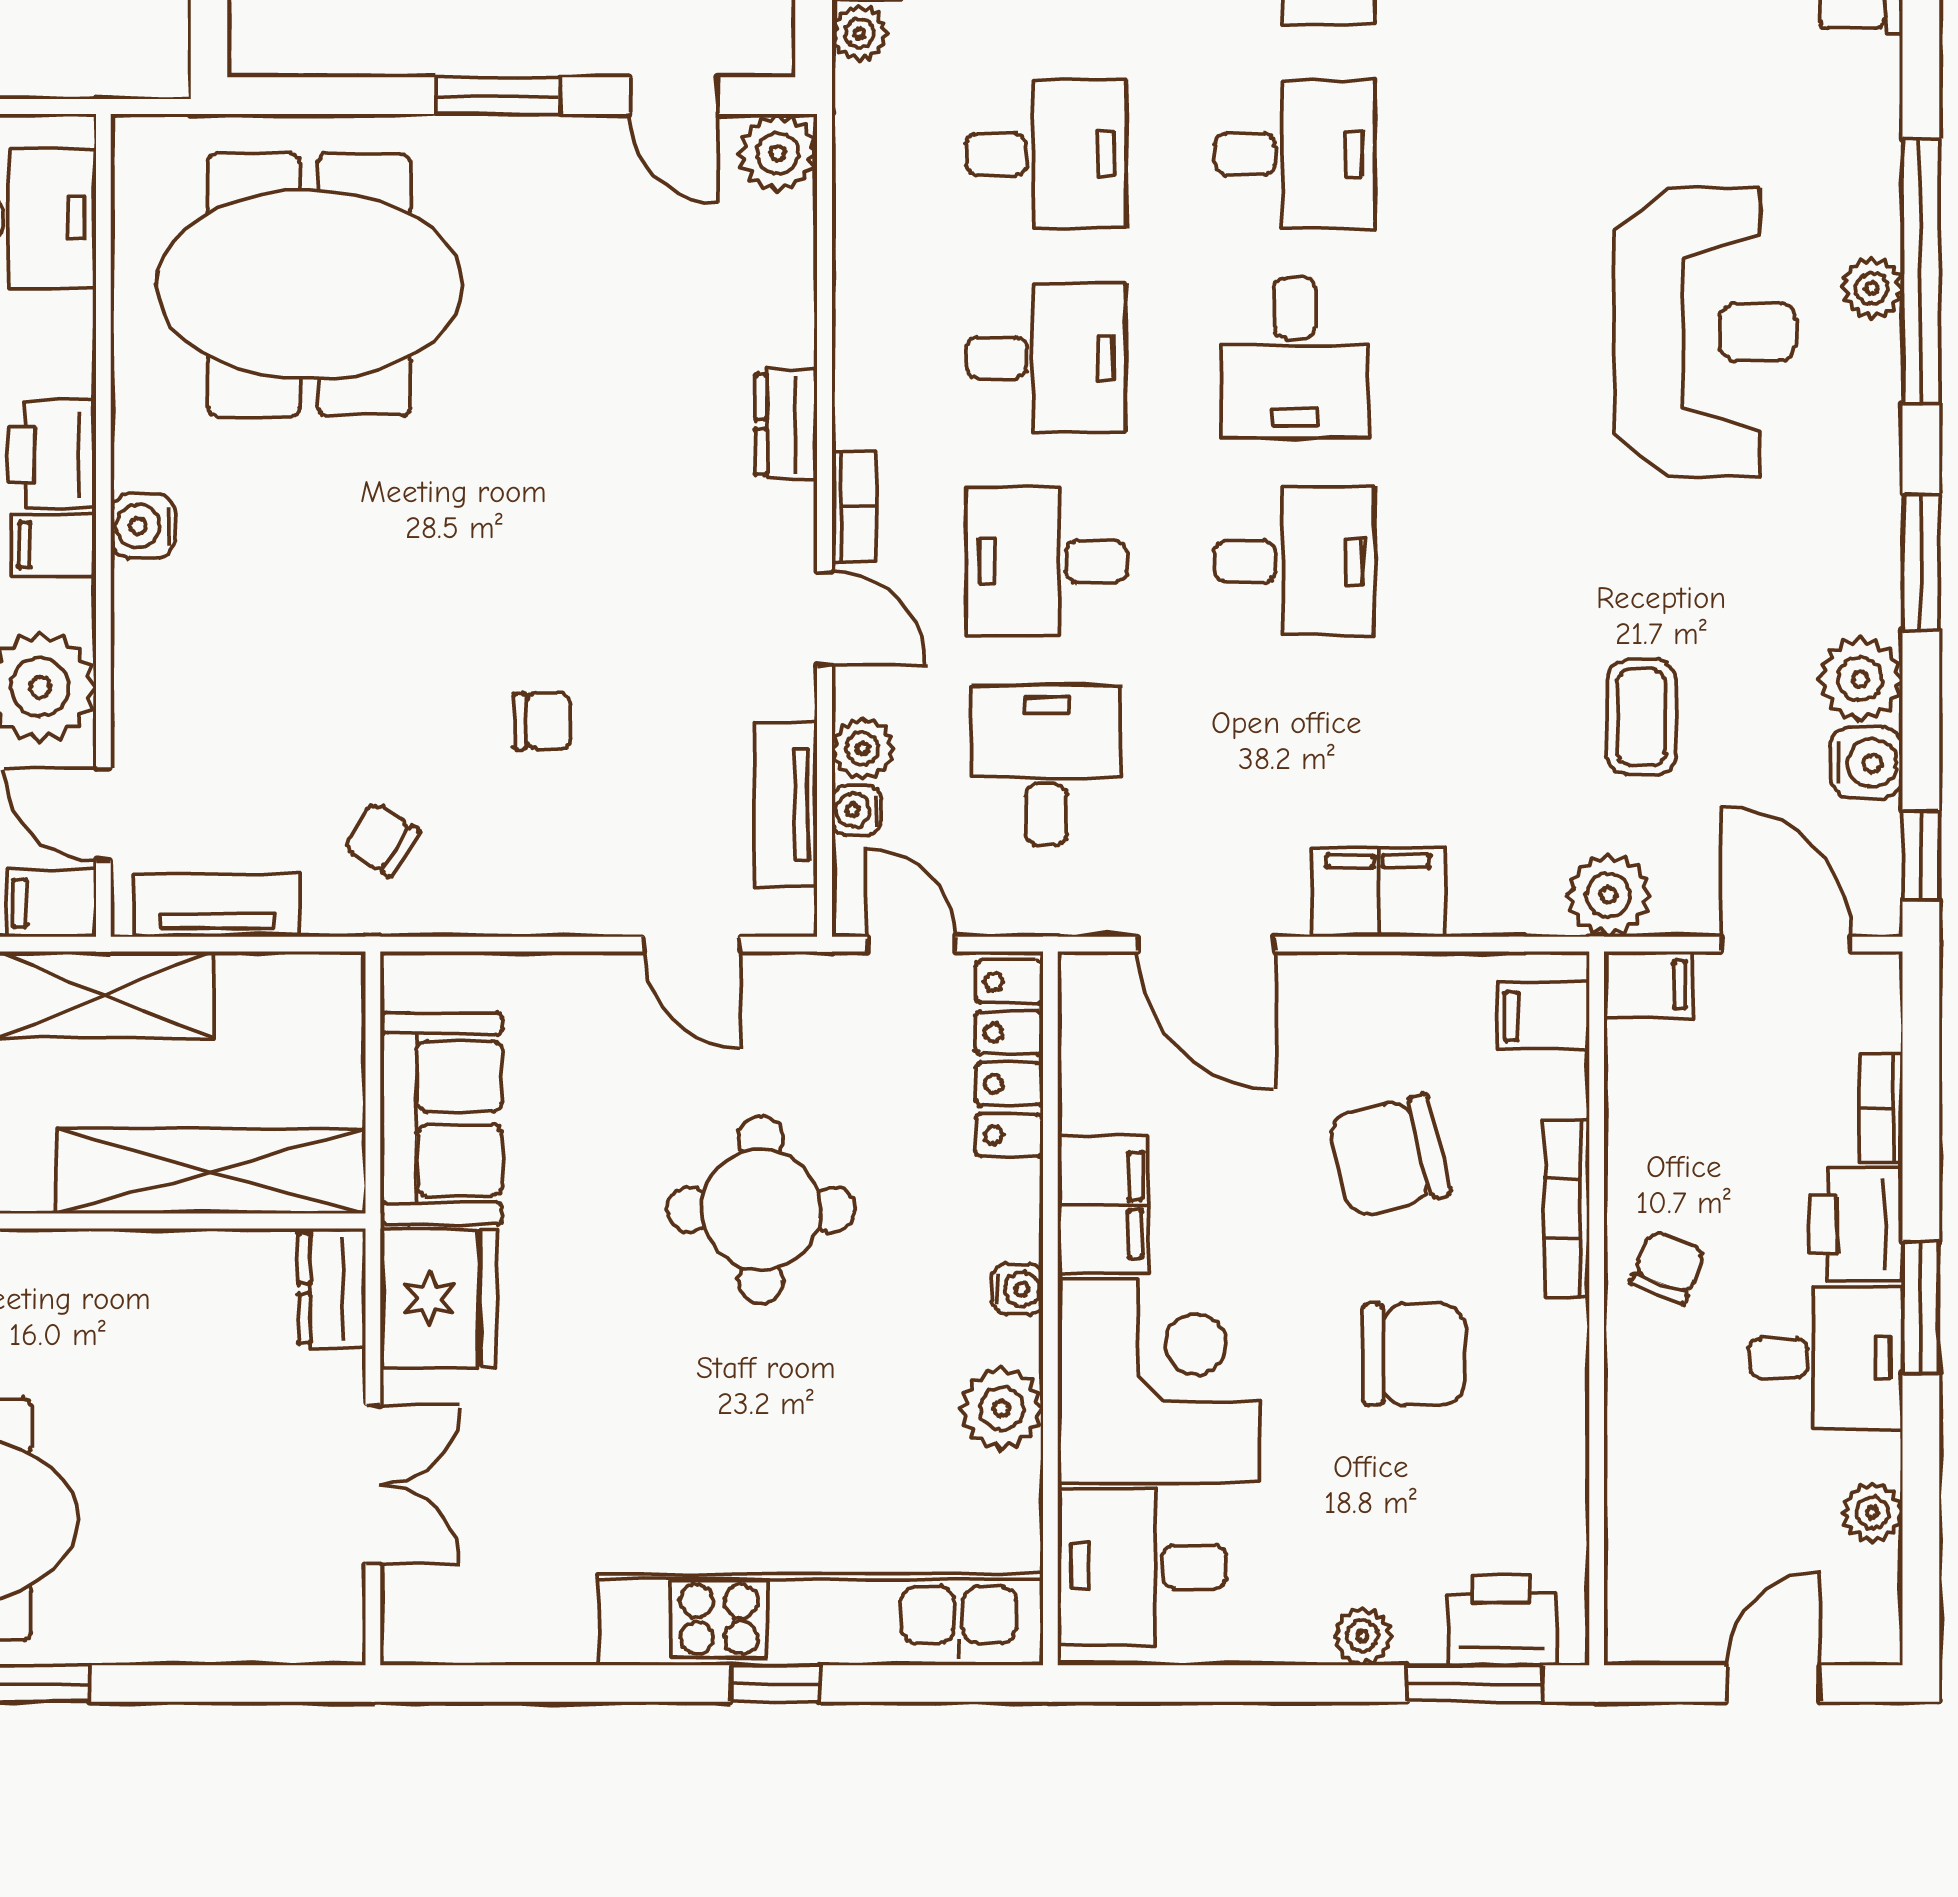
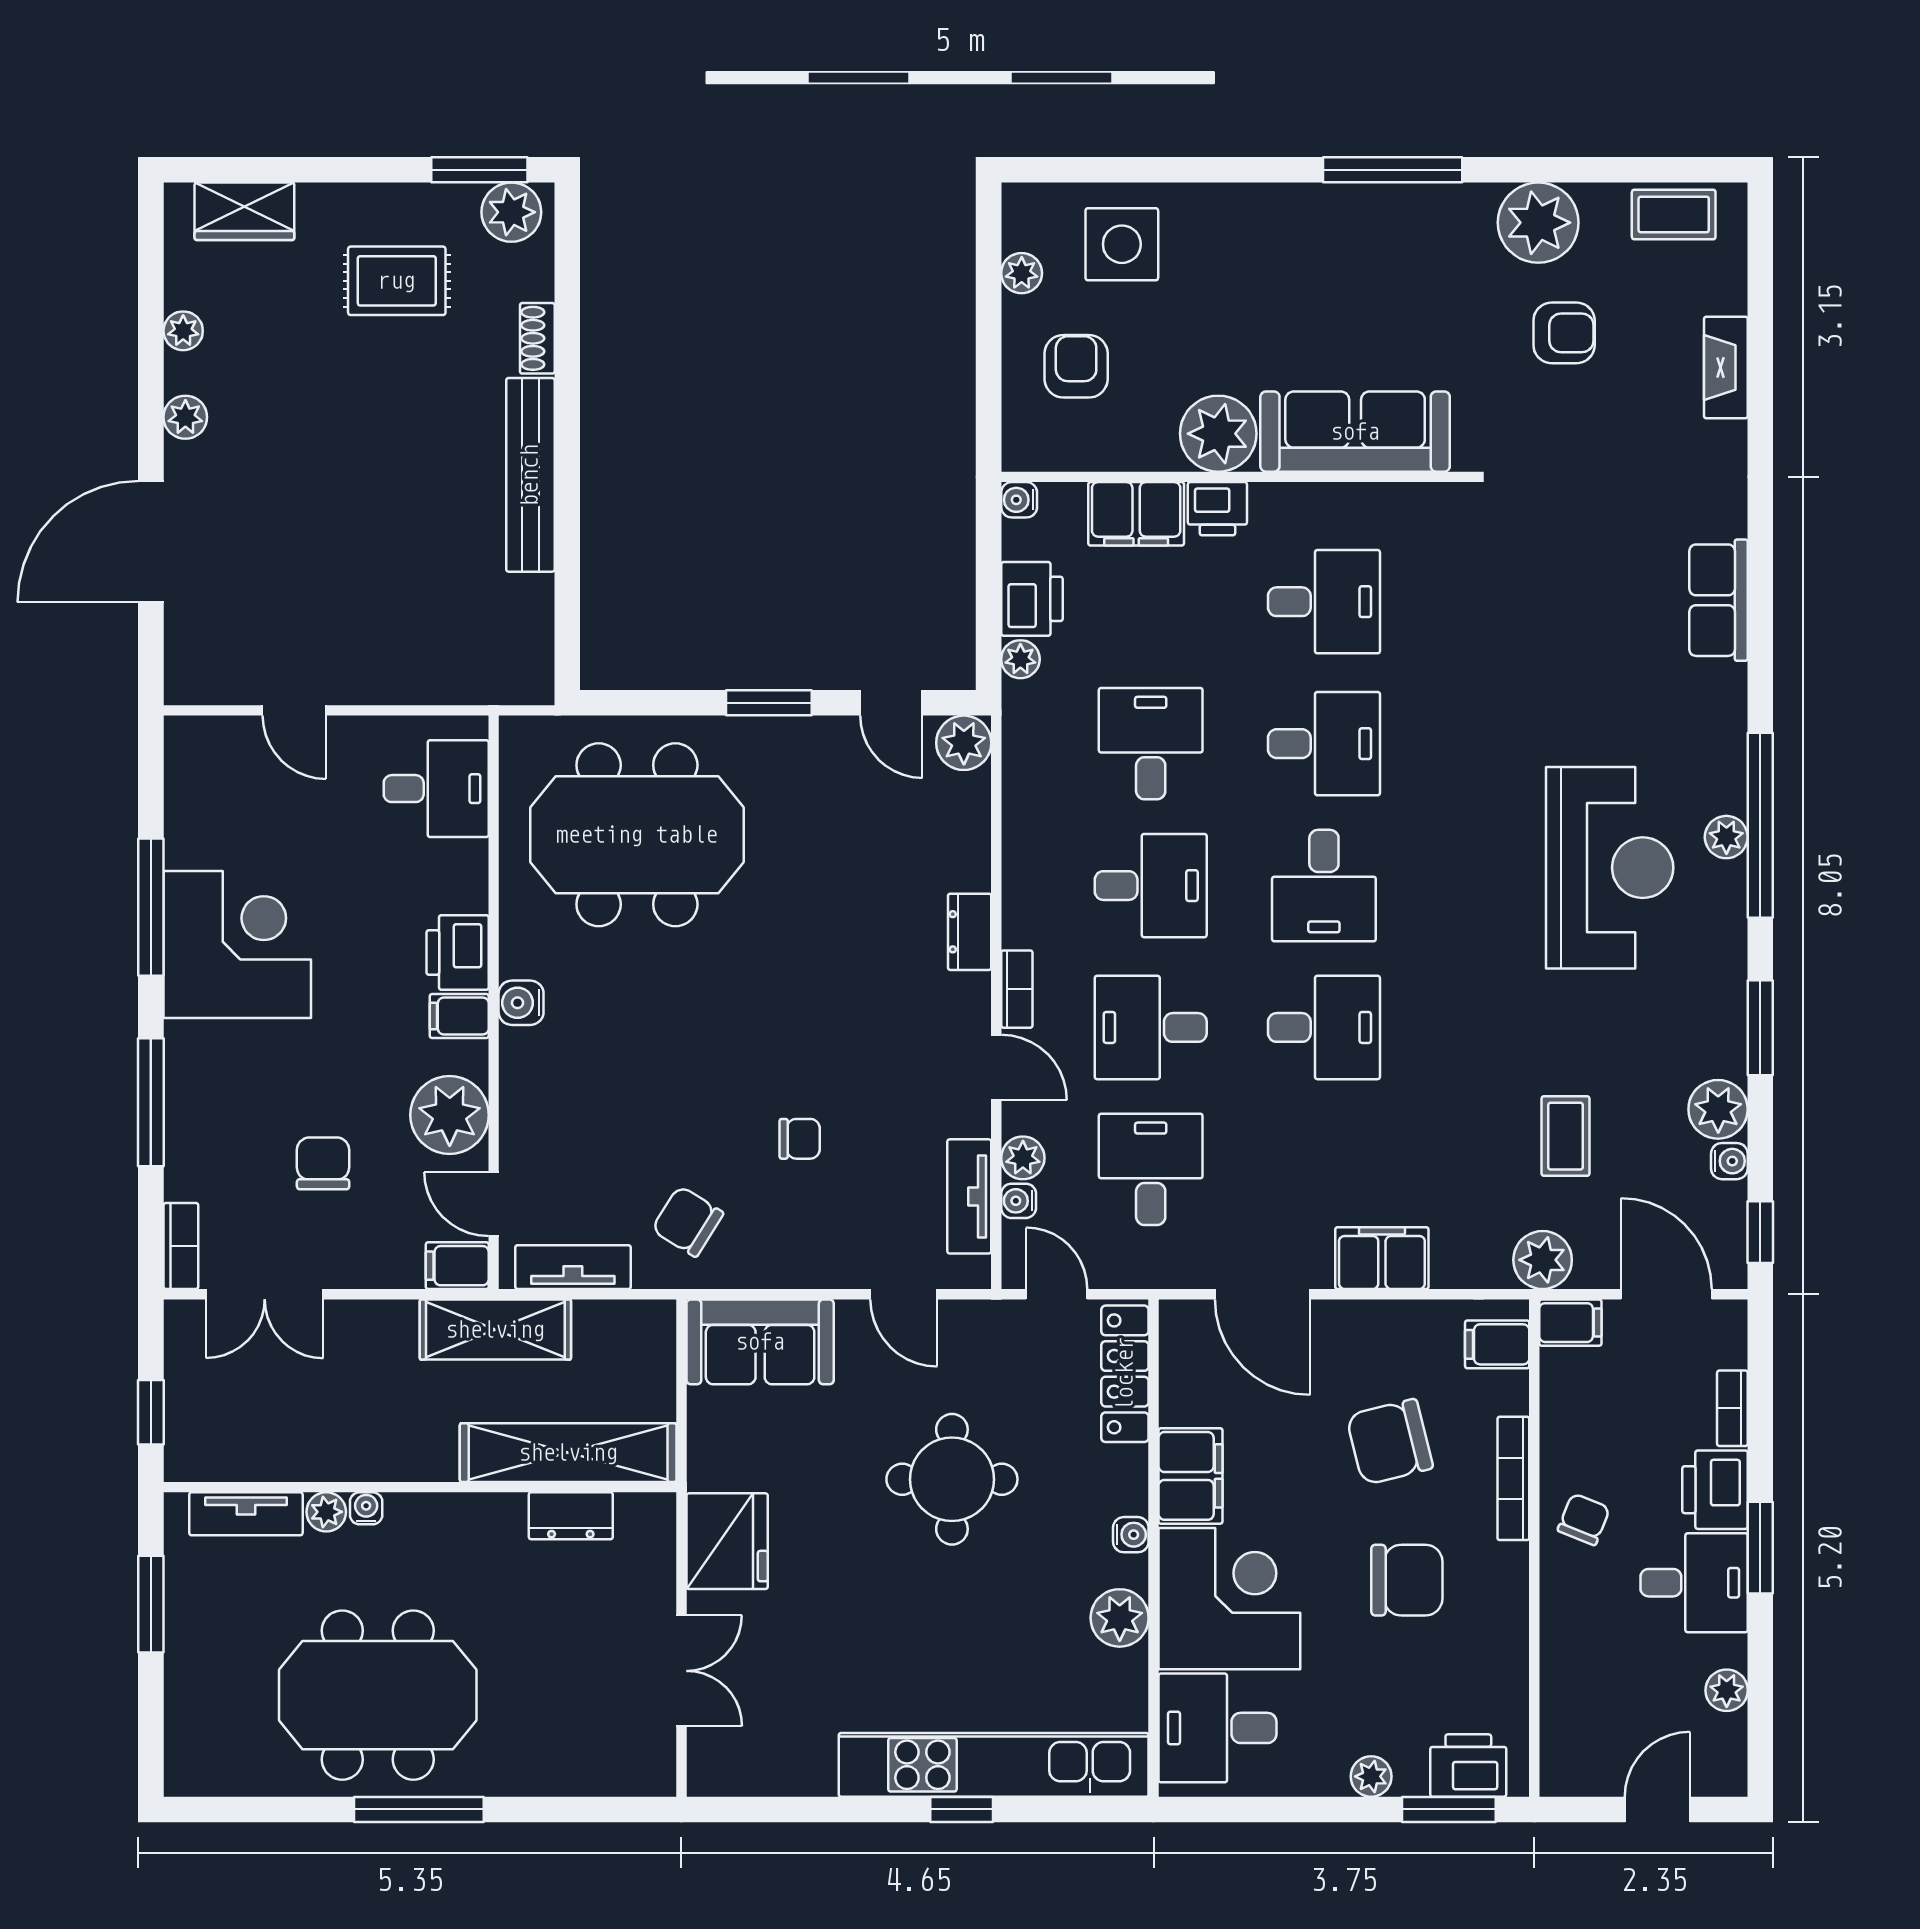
desk: (1046, 154) -> (1151, 744), turned -90
water cooler: (1867, 763) -> (1729, 1161), width x0.72, depth x0.72
chair: (382, 840) -> (688, 1221), width x1.37, depth x1.37
sofa: (441, 1118) -> (760, 1342), moved, turned 90
dresser: (332, 1288) -> (571, 1516), moved, turned -90

